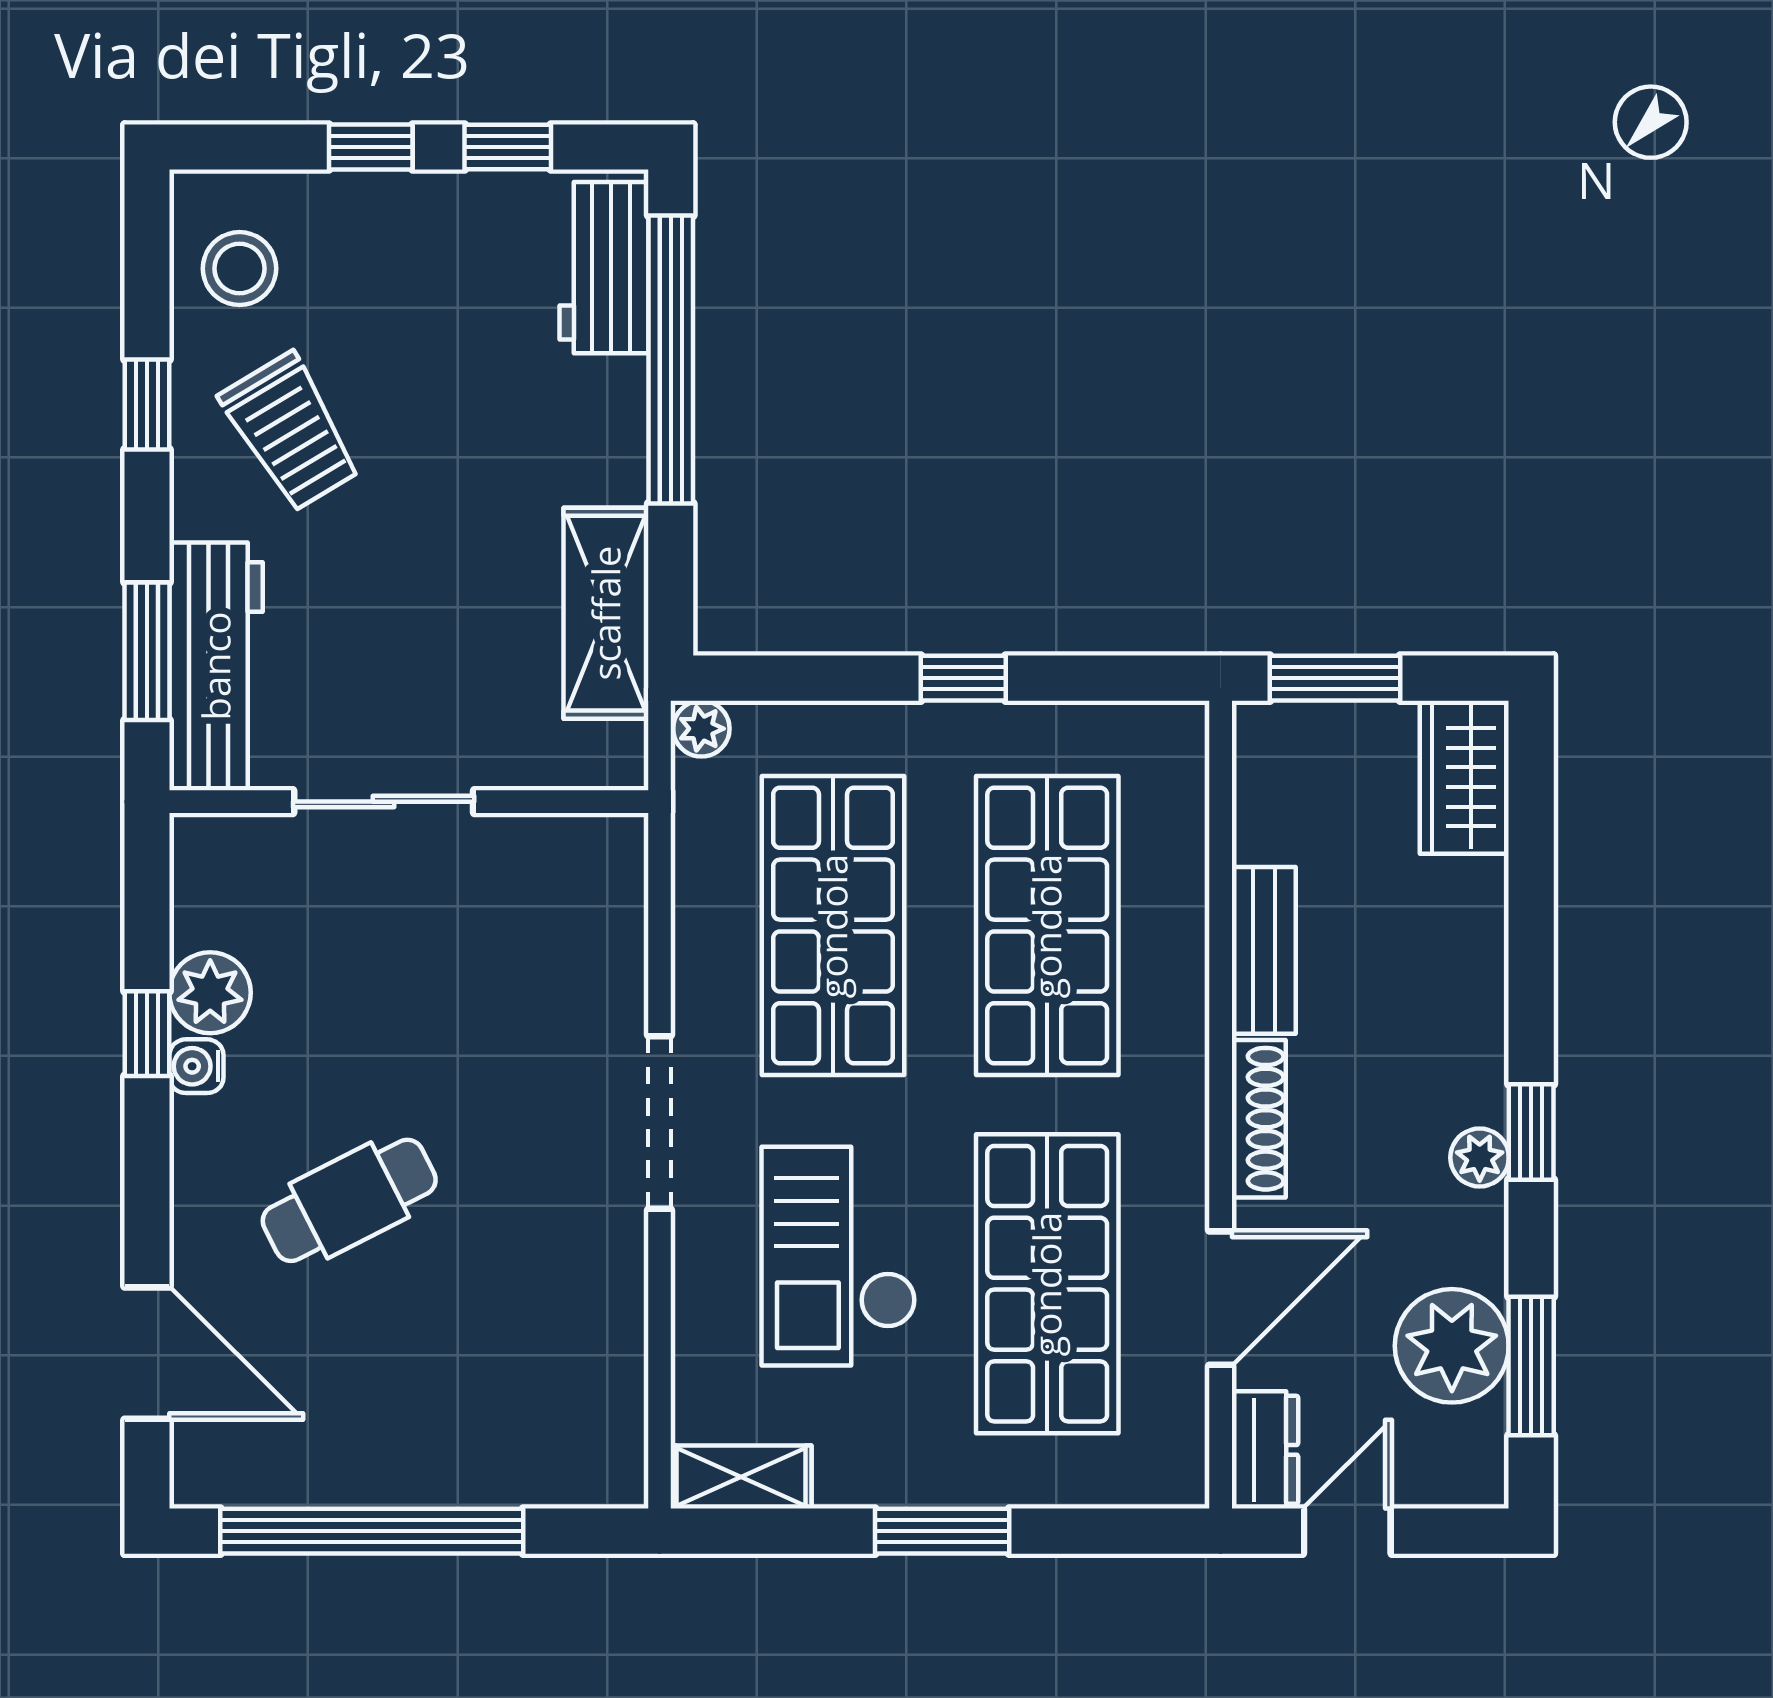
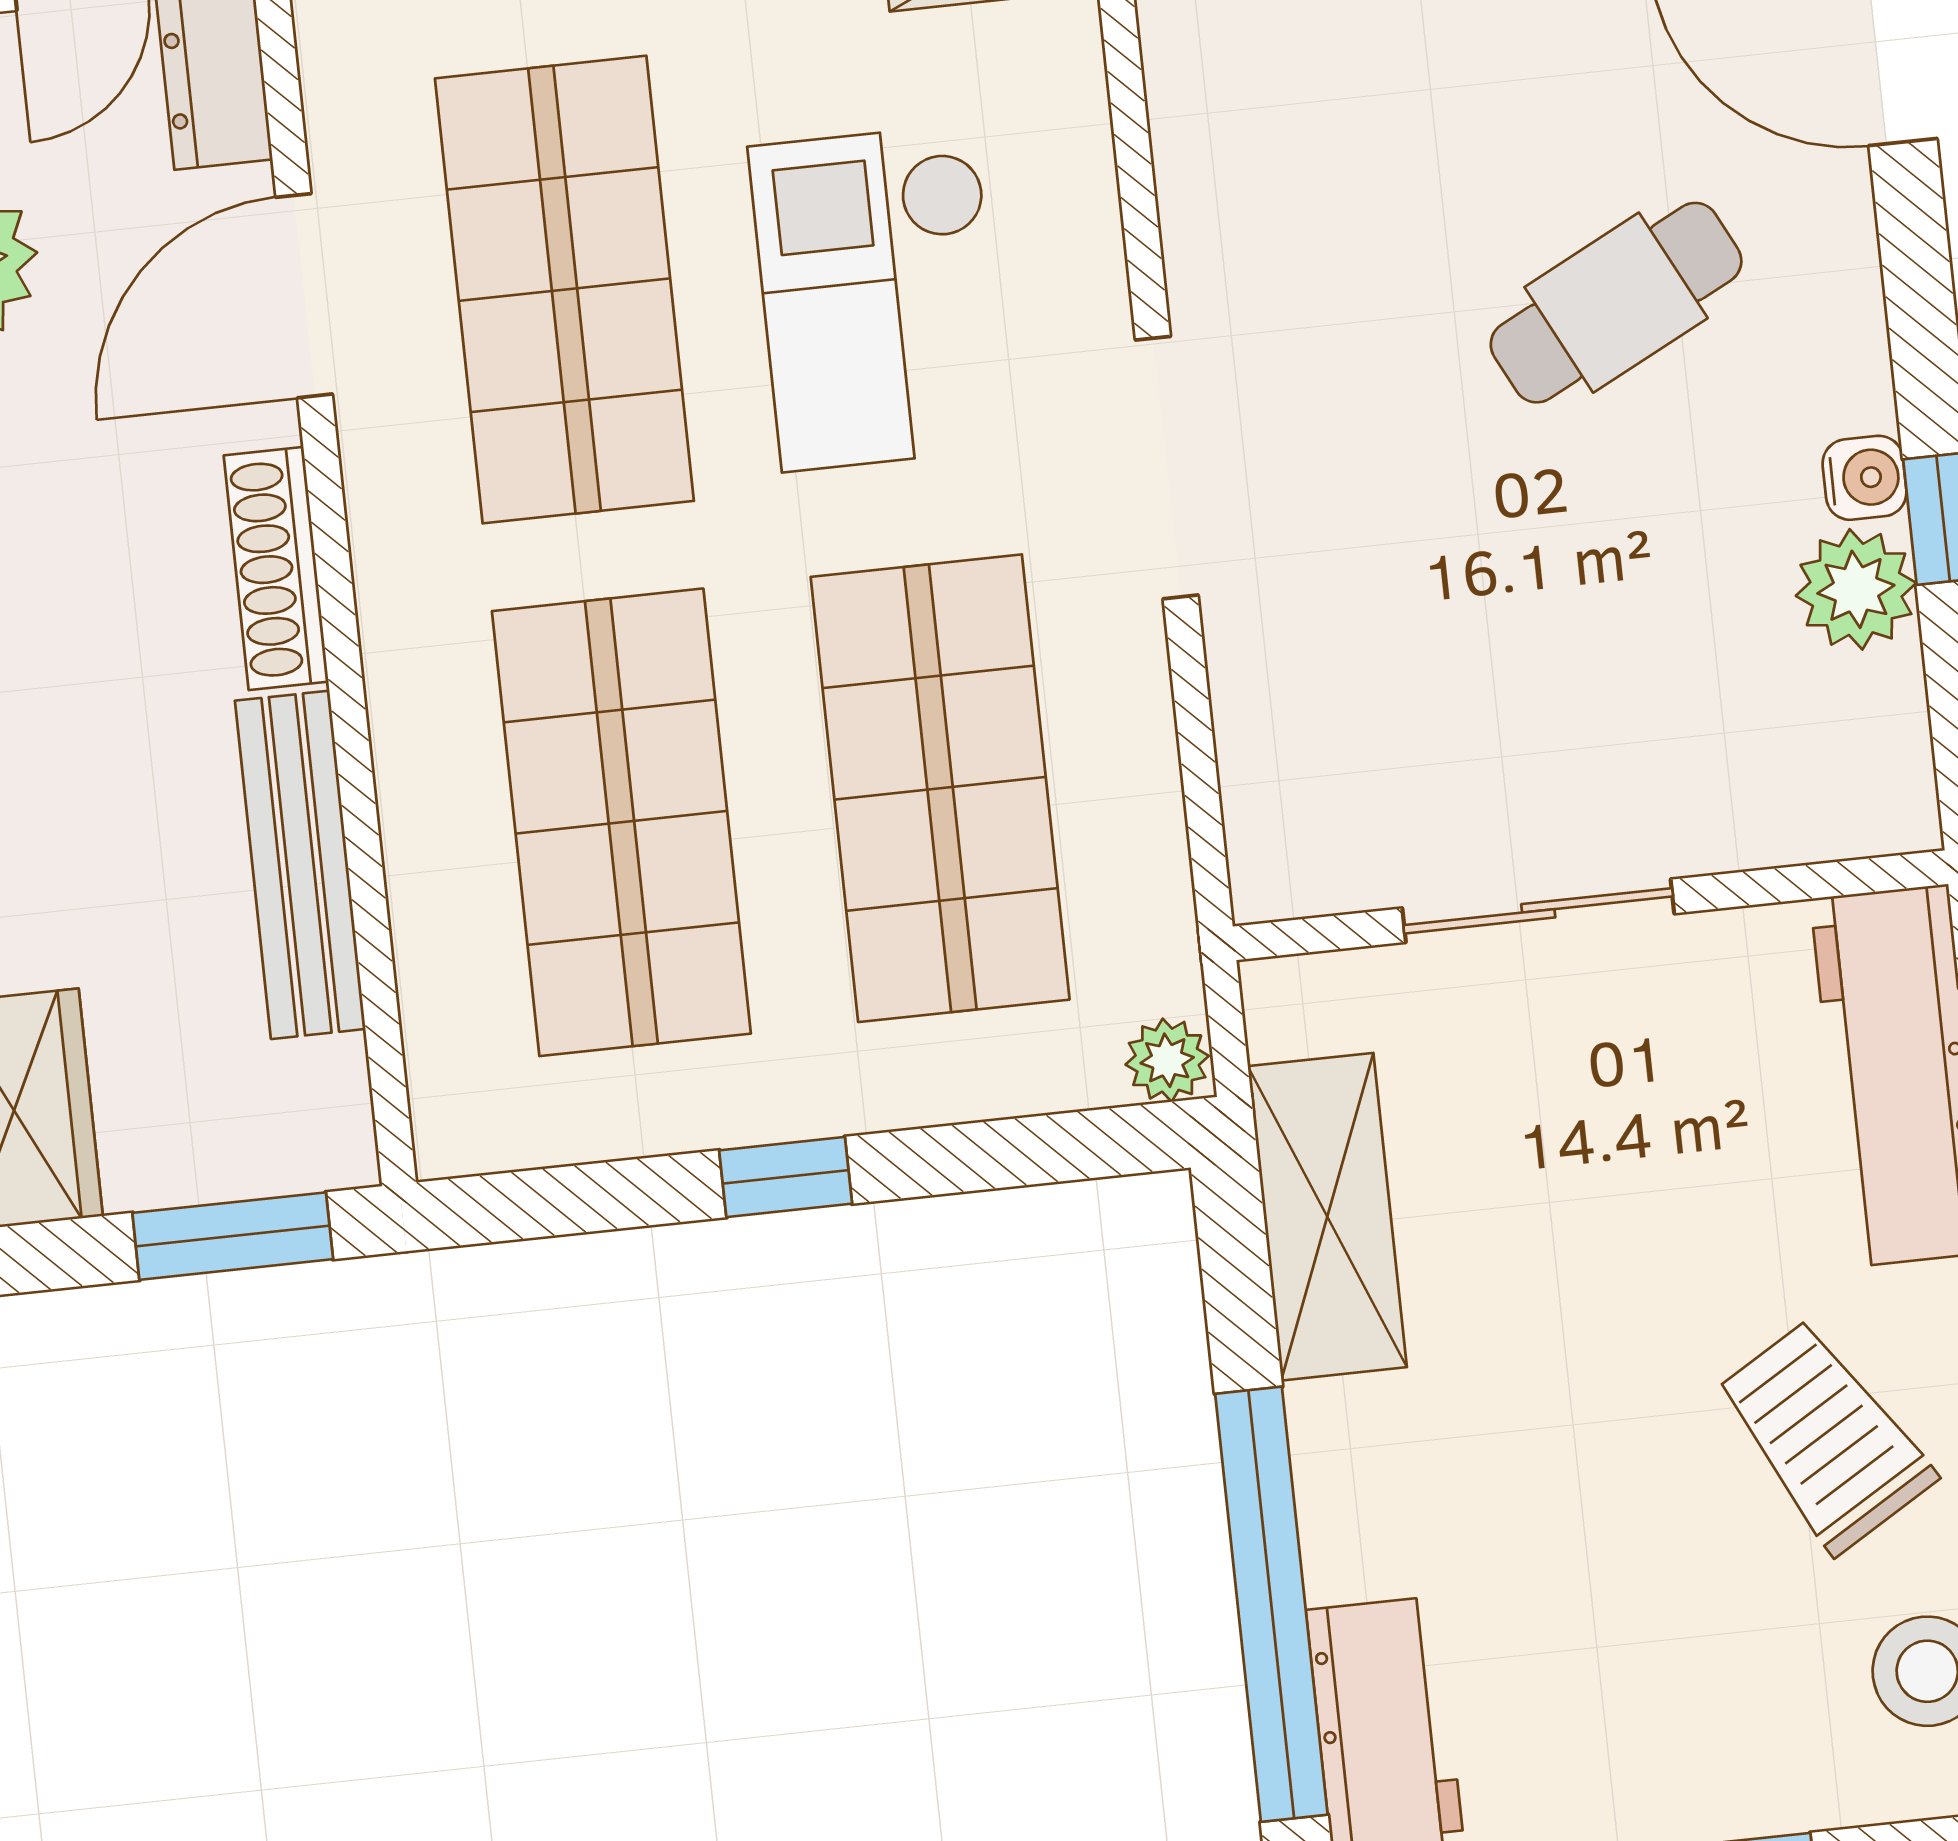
sliding door: (384, 802) -> (1538, 911), moved
bench: (1264, 950) -> (300, 865), width x1.36
checkout: (839, 1256) -> (879, 297), turned 180

